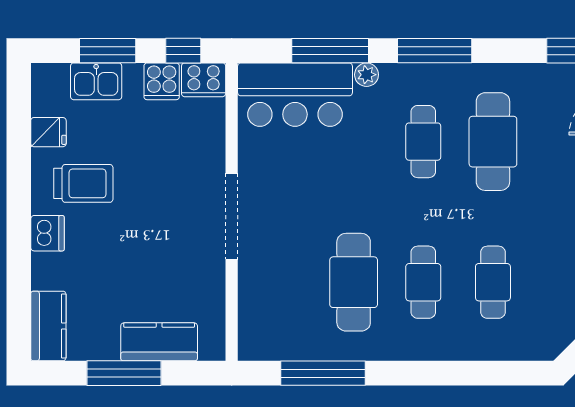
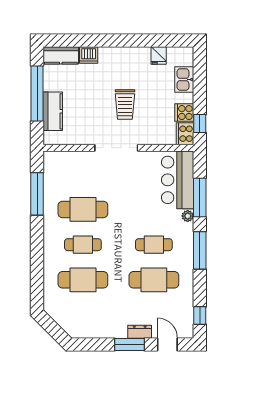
window: (108, 51) -> (200, 85), removed
trolley: (83, 183) -> (125, 104), moved
dishwasher: (47, 233) -> (89, 55), moved
cafe table: (493, 282) -> (83, 280), width x1.37, depth x1.35
window: (124, 373) -> (37, 94), width x1.46

